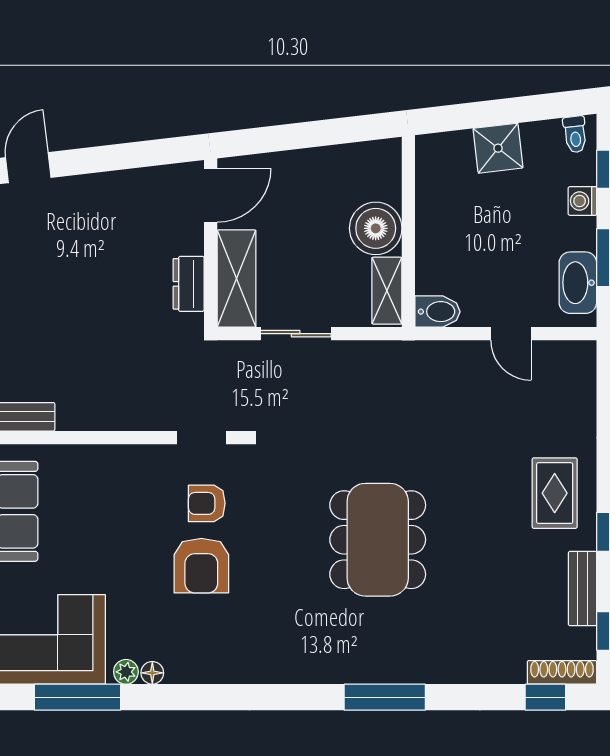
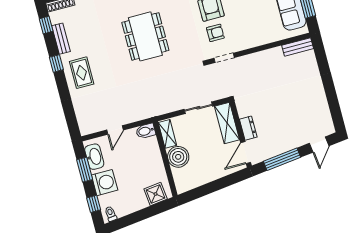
shower: (498, 148) -> (156, 194), moved
window: (127, 156) -> (282, 159), added
washing machine: (582, 201) -> (105, 183), width x1.89, depth x1.89
dresser: (189, 284) -> (248, 128), moved
door: (511, 334) -> (115, 130), swing flipped

